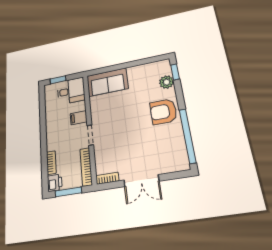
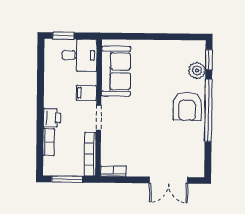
sofa: (107, 82) -> (116, 71), moved, turned -90
armchair: (163, 112) -> (187, 106), turned -90
window: (187, 136) -> (208, 110), moved
double door: (141, 181) -> (169, 180), moved
printer: (55, 183) -> (52, 118), moved

